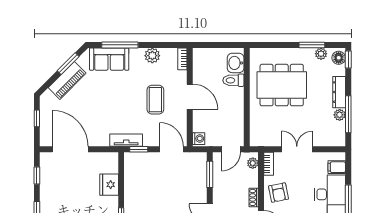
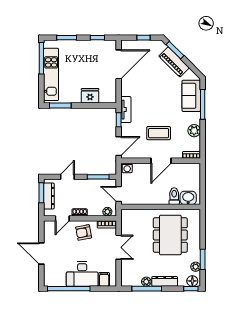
window: (68, 64) -> (175, 50), moved

